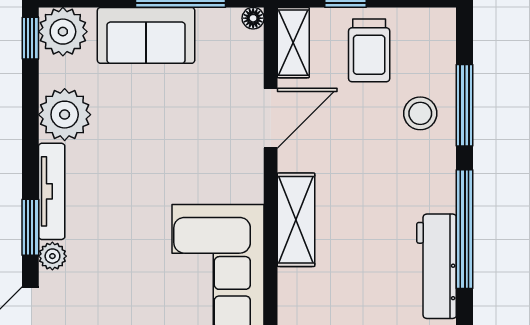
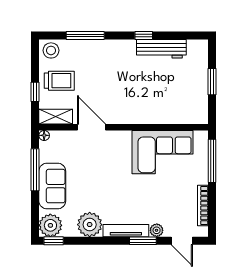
stool: (420, 113) -> (51, 50), moved
shelving: (296, 220) -> (139, 115), removed
window: (465, 229) -> (144, 36), width x0.32

